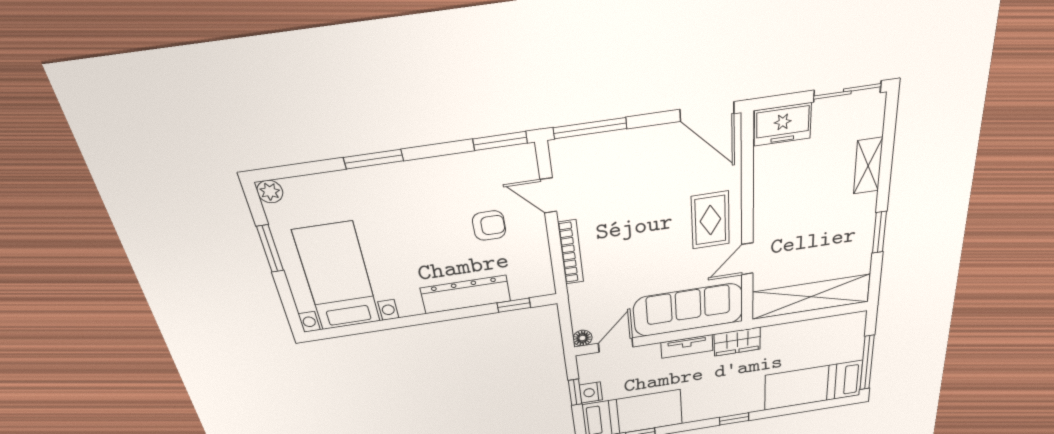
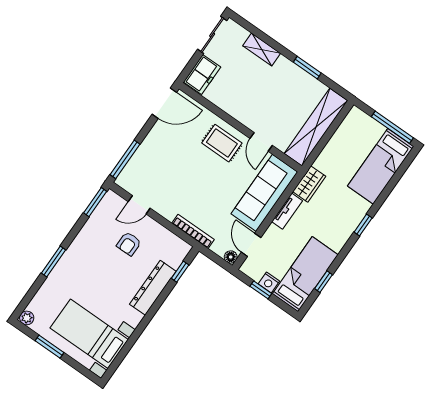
armchair: (489, 226) -> (129, 244), turned 180
bookcase: (571, 252) -> (193, 231), moved

